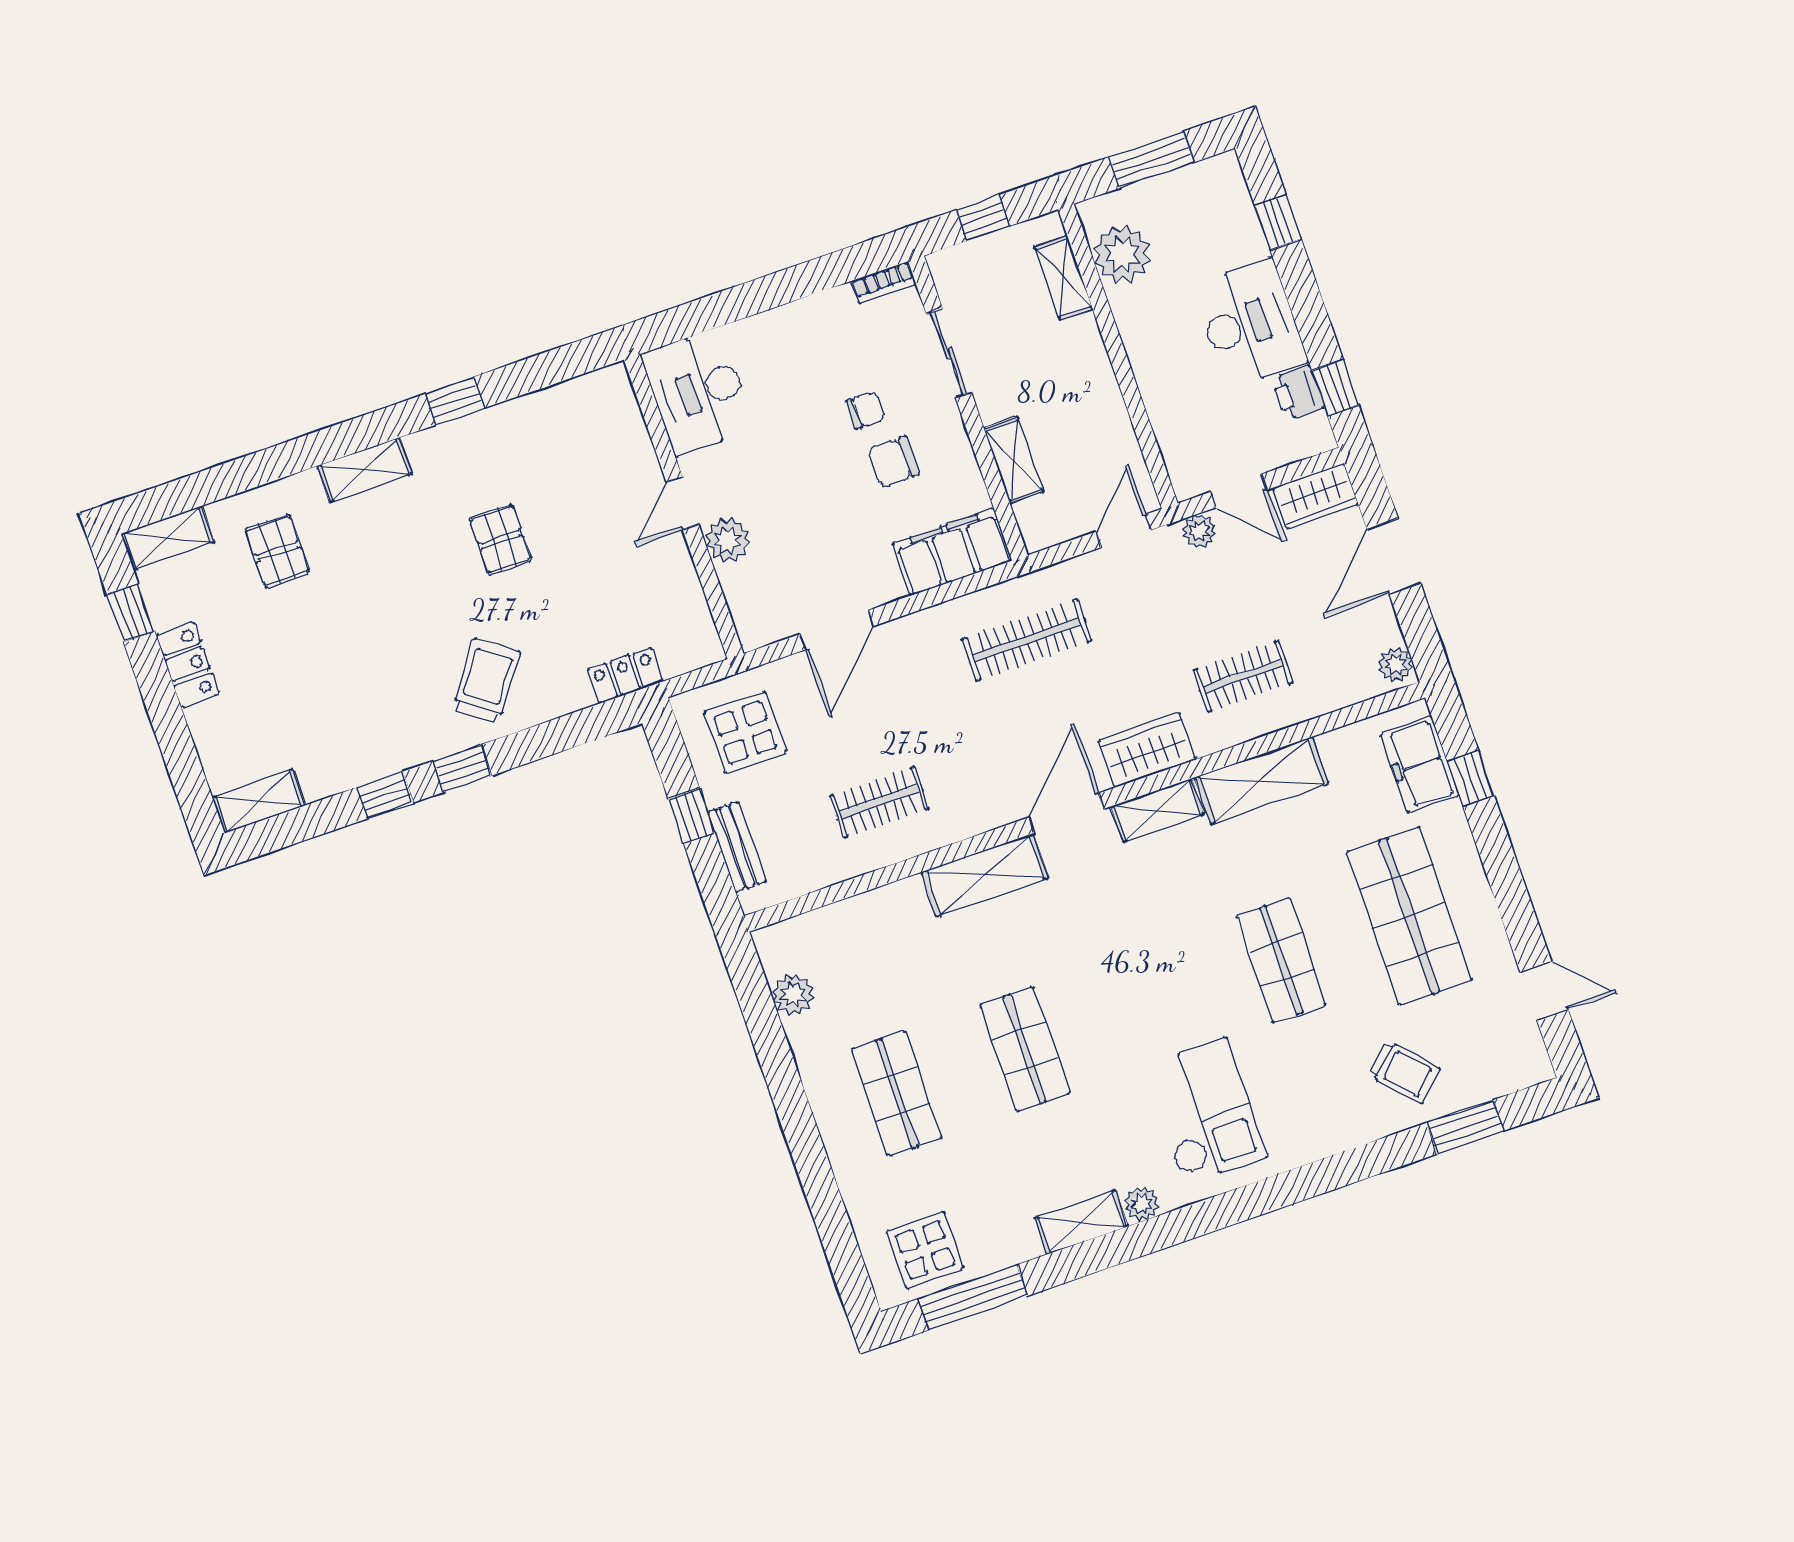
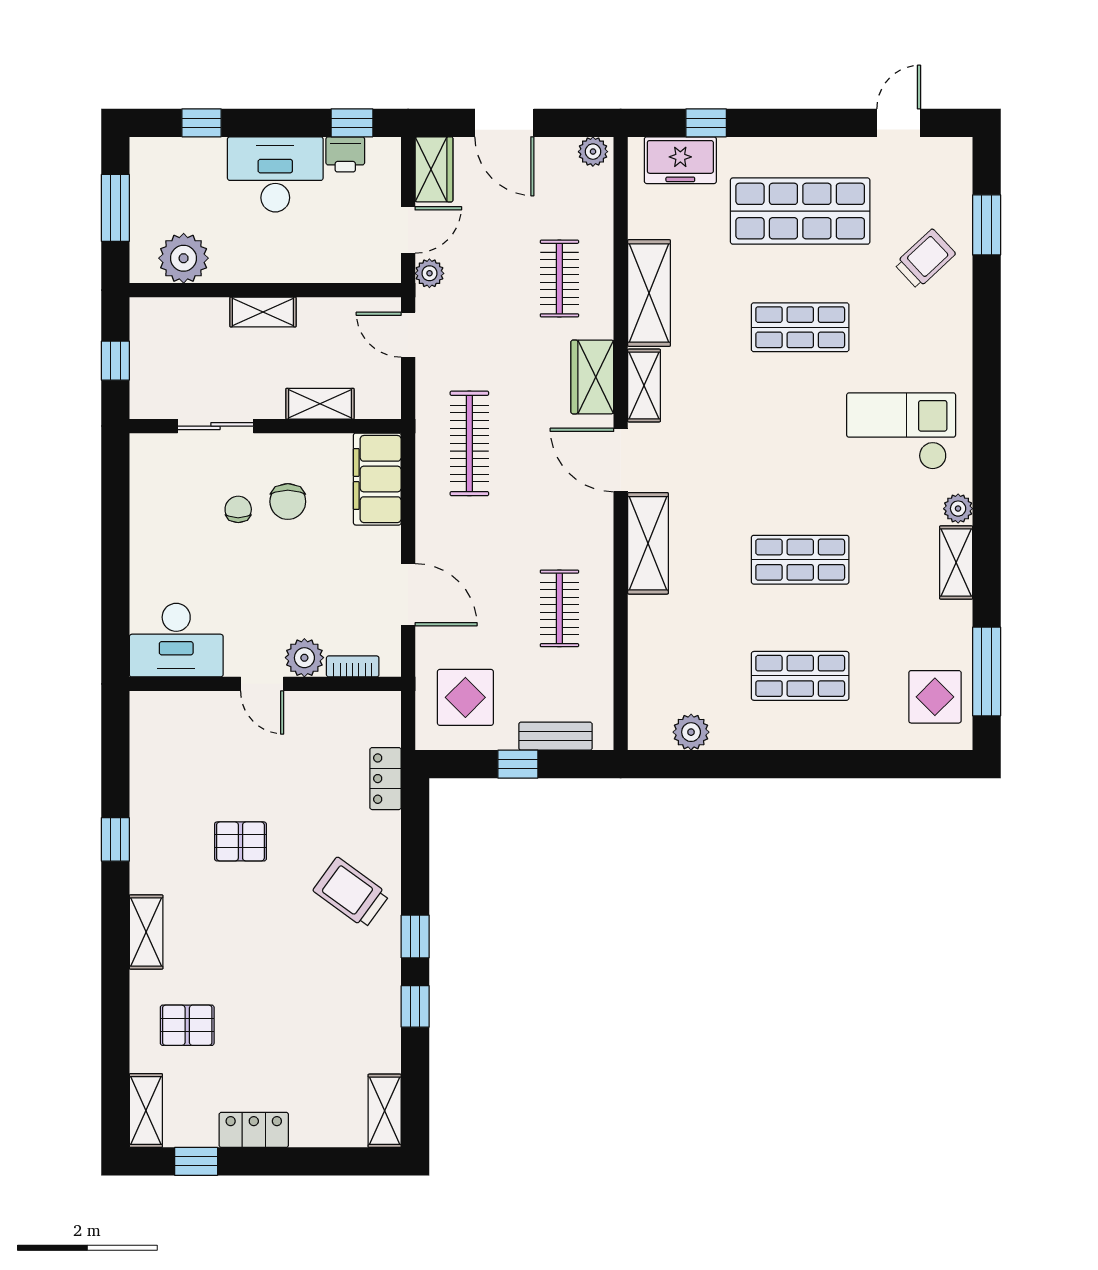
shelving: (1064, 278) -> (263, 312), moved
bookcase: (883, 283) -> (353, 666), moved, turned -90

